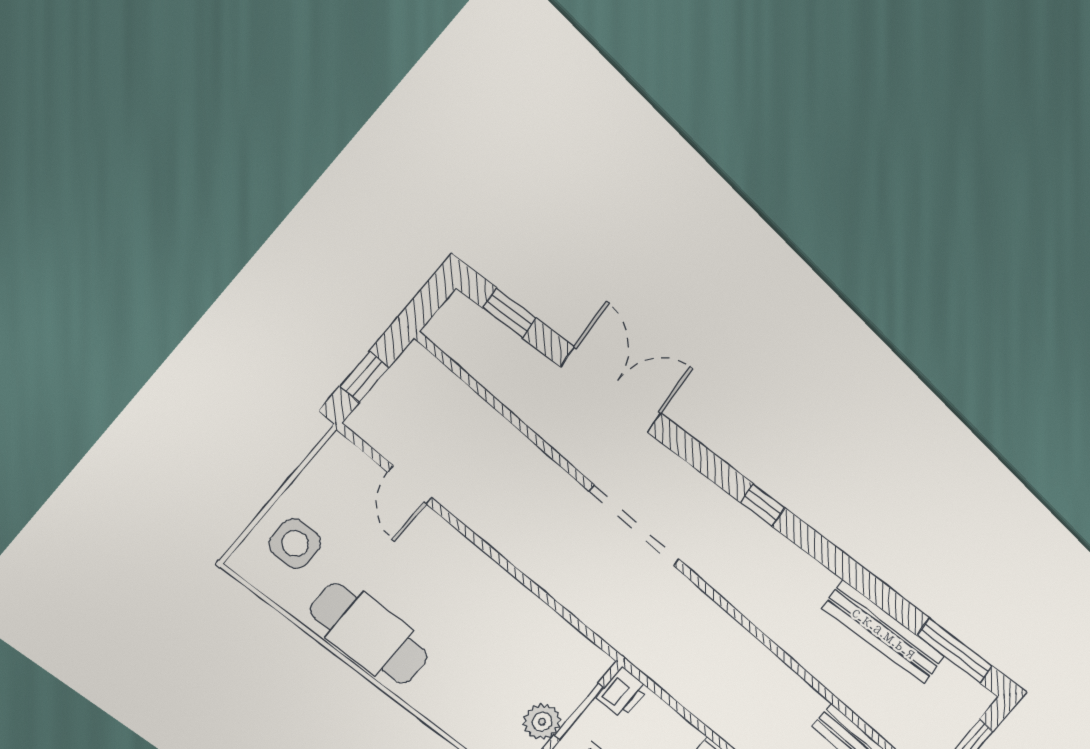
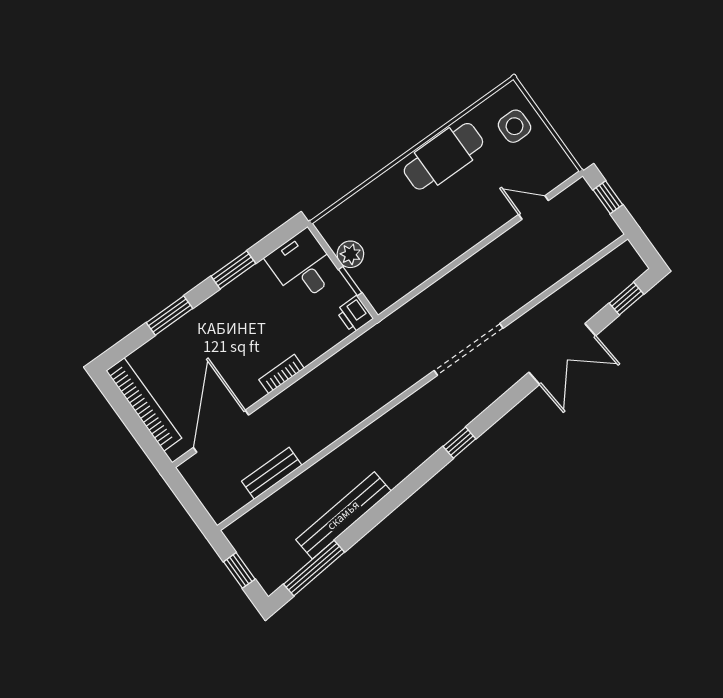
window: (579, 712) -> (350, 281), width x0.67

